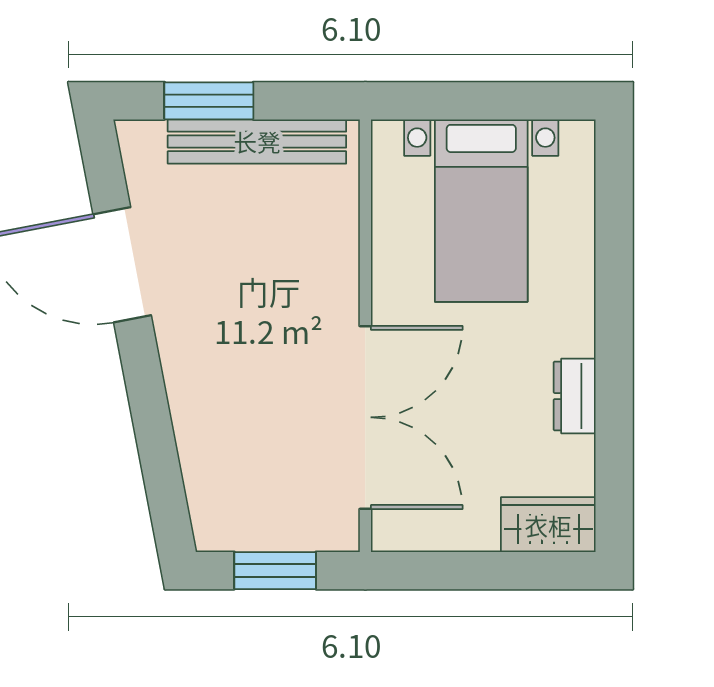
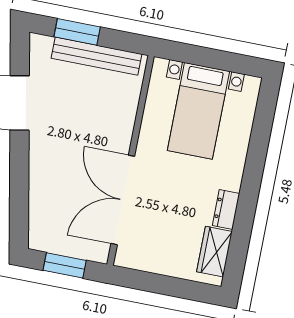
double door: (365, 417) -> (123, 200), swing flipped
wardrobe: (548, 525) -> (215, 252), moved, turned -90

